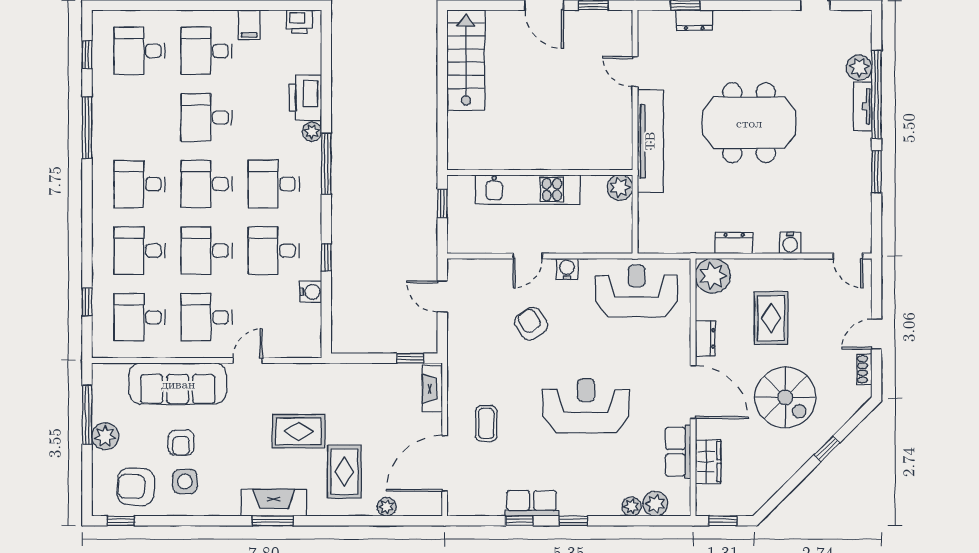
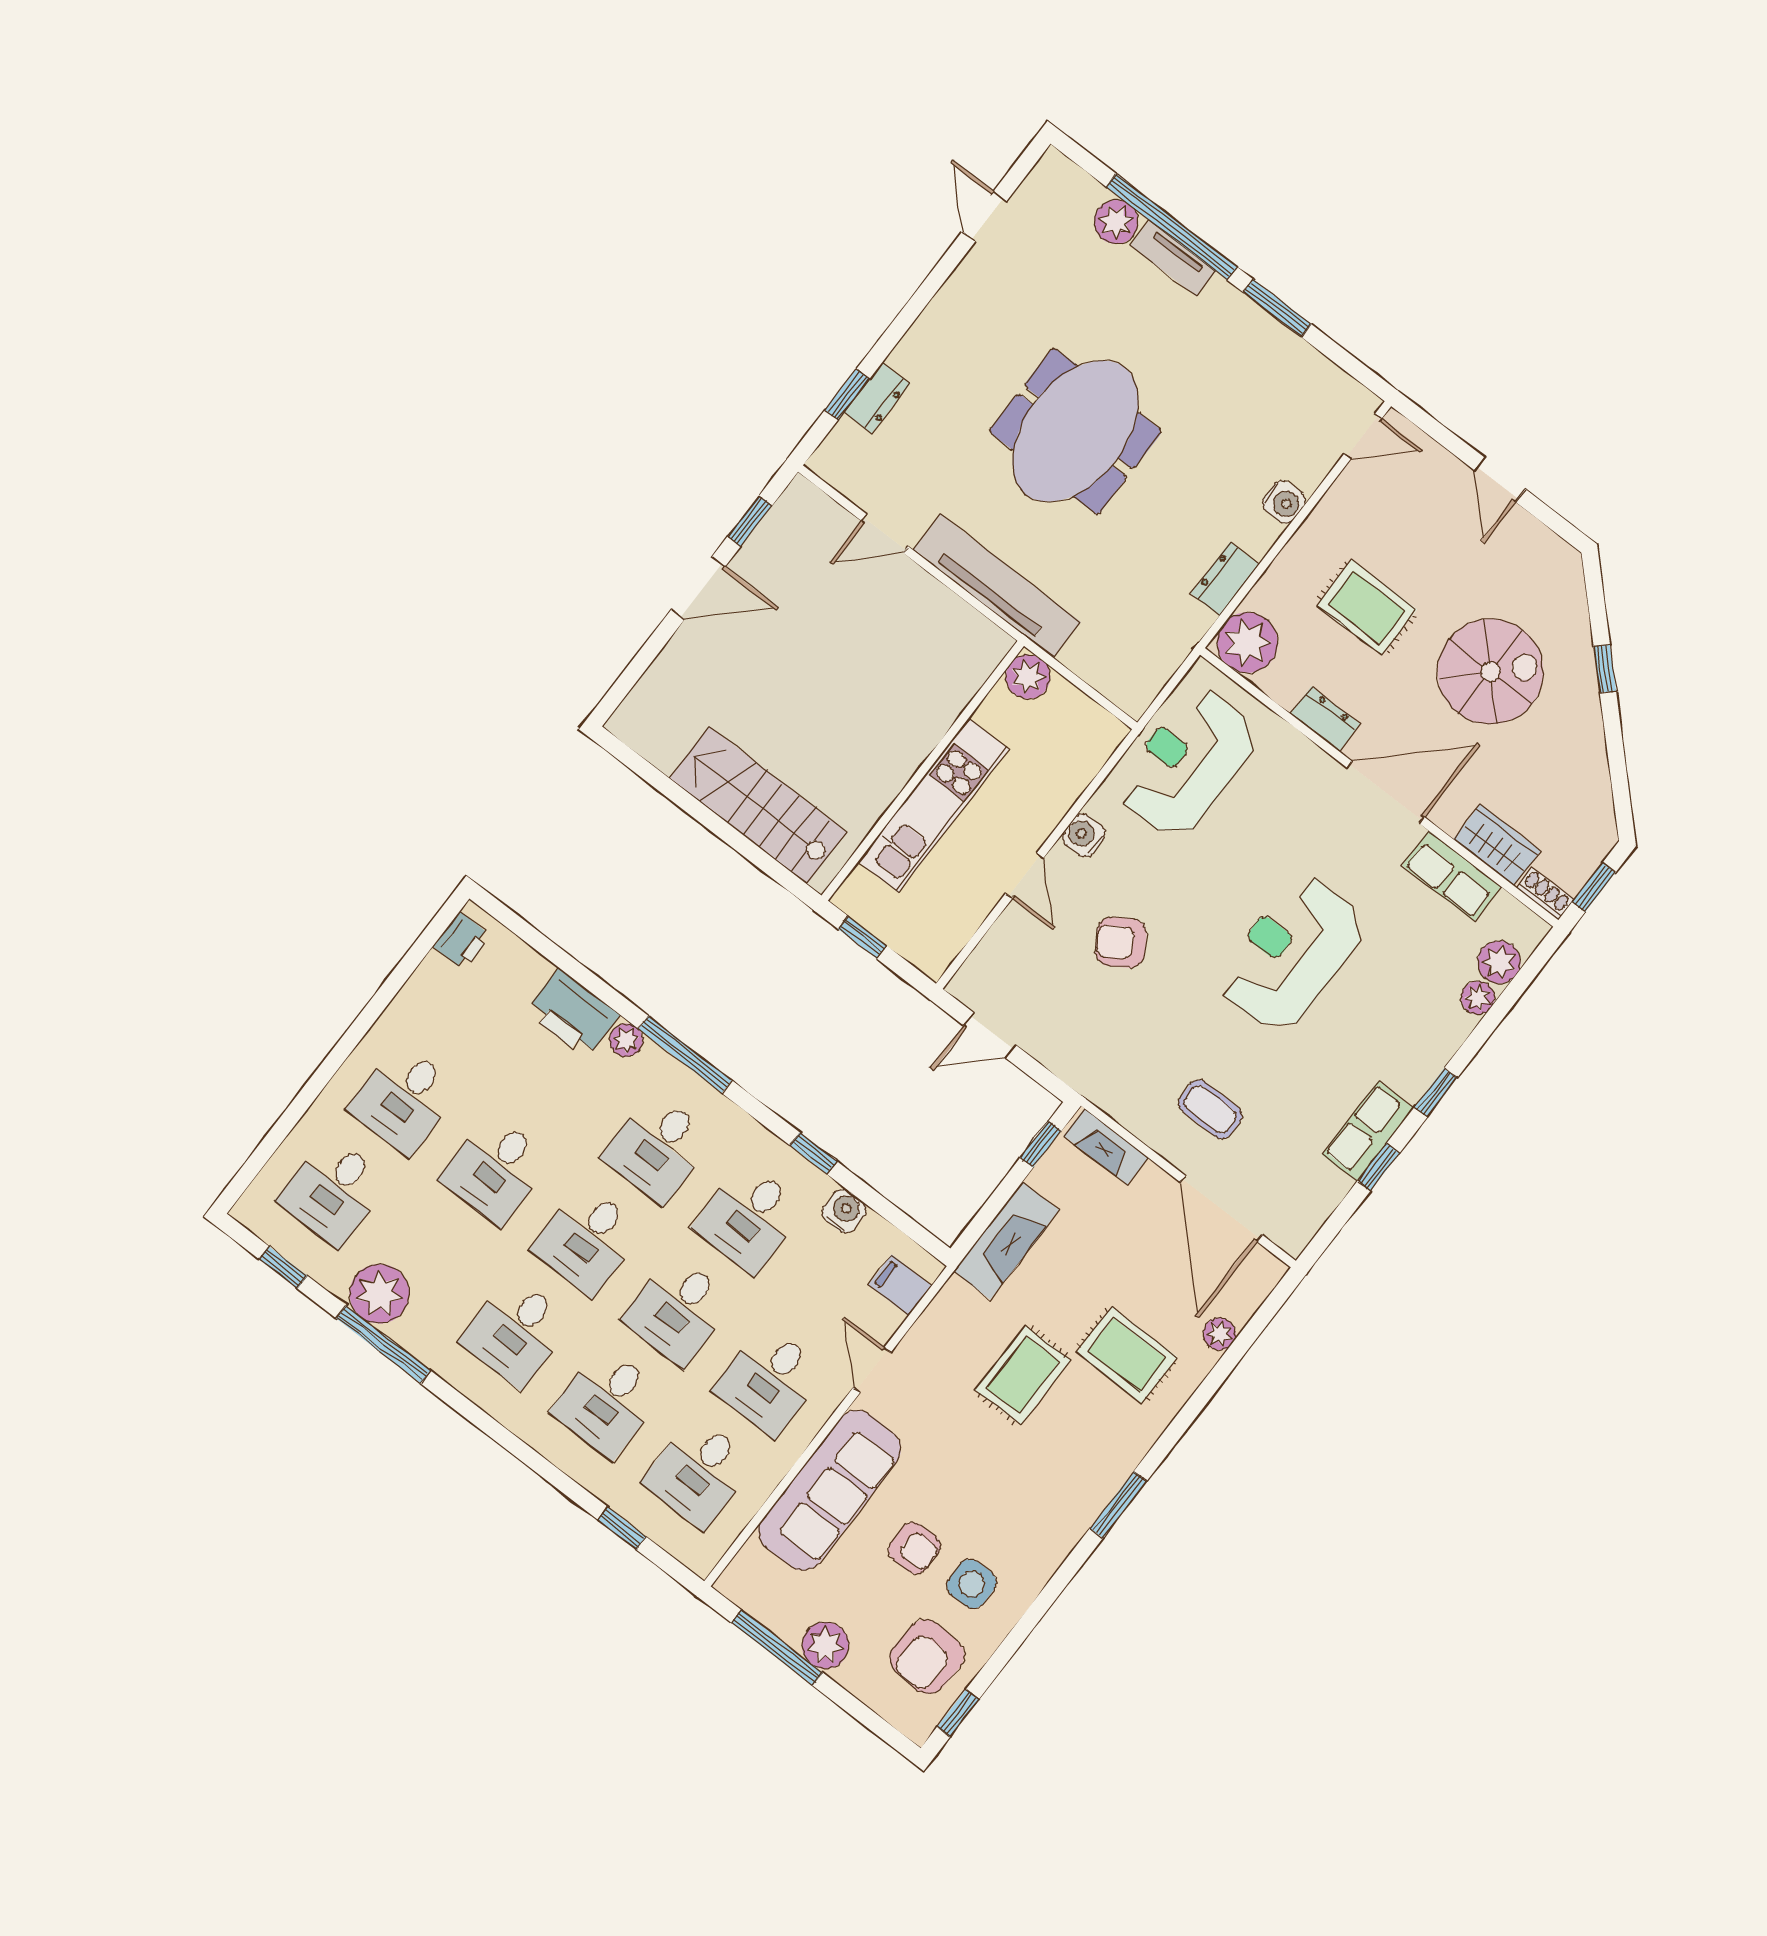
filing cabinet: (249, 25) -> (900, 1285), moved, turned 180
stairs: (466, 60) -> (758, 805), moved
plant: (109, 108) -> (379, 1294), added
shoe rack: (864, 369) -> (1545, 894), moved, turned 180
fireplace: (274, 503) -> (1006, 1241), moved, turned 180

